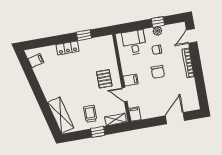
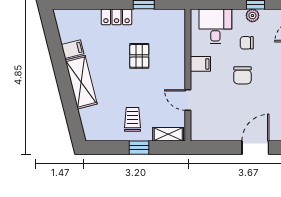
filing cabinet: (36, 61) -> (73, 49), moved
pallet: (104, 79) -> (139, 56), moved
filing cabinet: (131, 80) -> (200, 64), moved
filing cabinet: (135, 114) -> (198, 131), removed
shelving: (61, 115) -> (81, 82), moved

